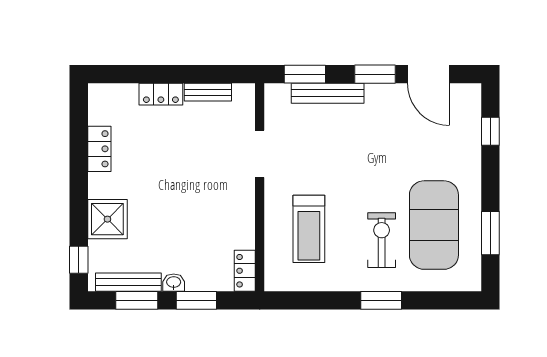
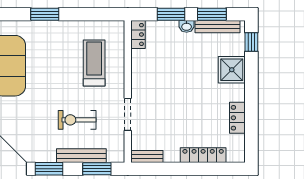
bench: (208, 92) -> (147, 157), moved
locker: (161, 94) -> (203, 155), width x1.53
exercise bike: (382, 240) -> (77, 120), moved, turned 90

